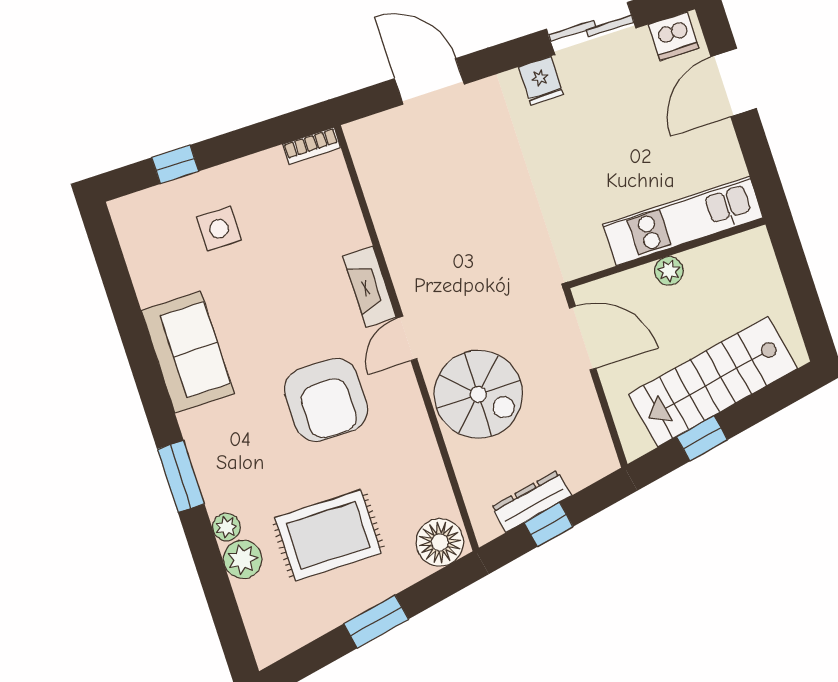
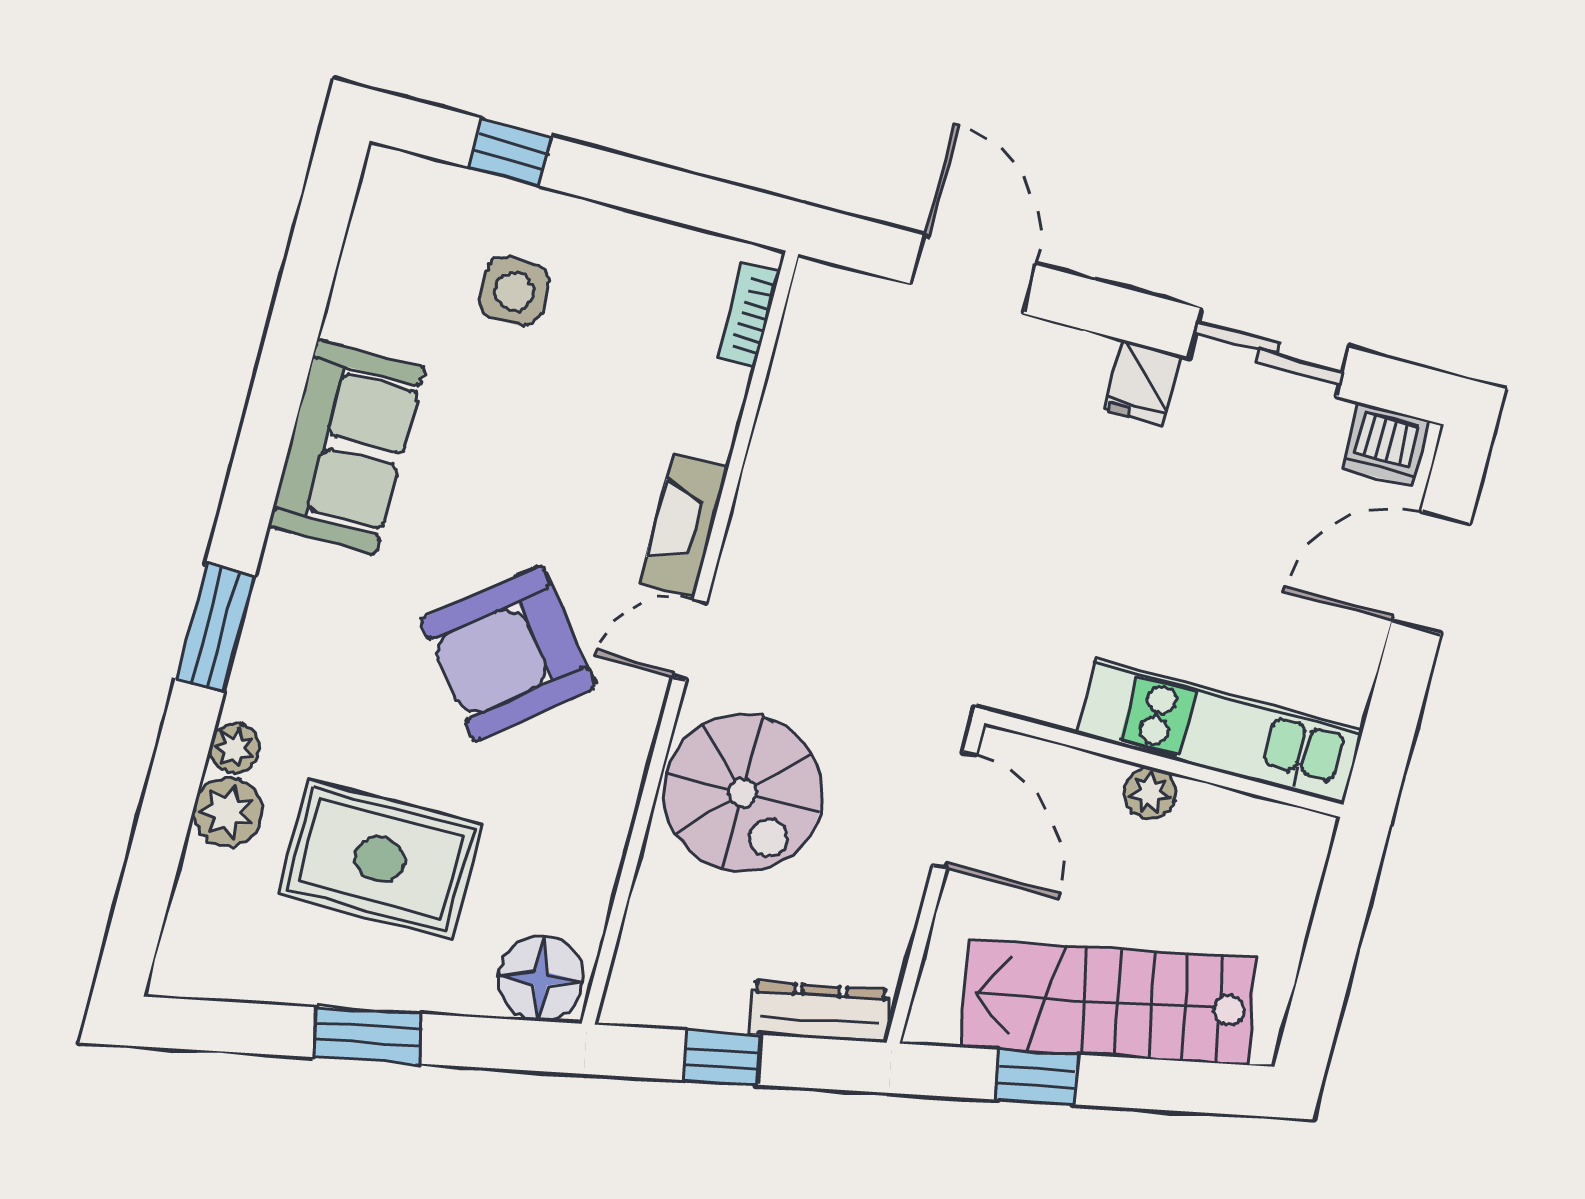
bookcase: (312, 146) -> (749, 315), moved, turned 90
armchair: (326, 400) -> (508, 653), turned 51
dresser: (531, 501) -> (820, 1012), moved

